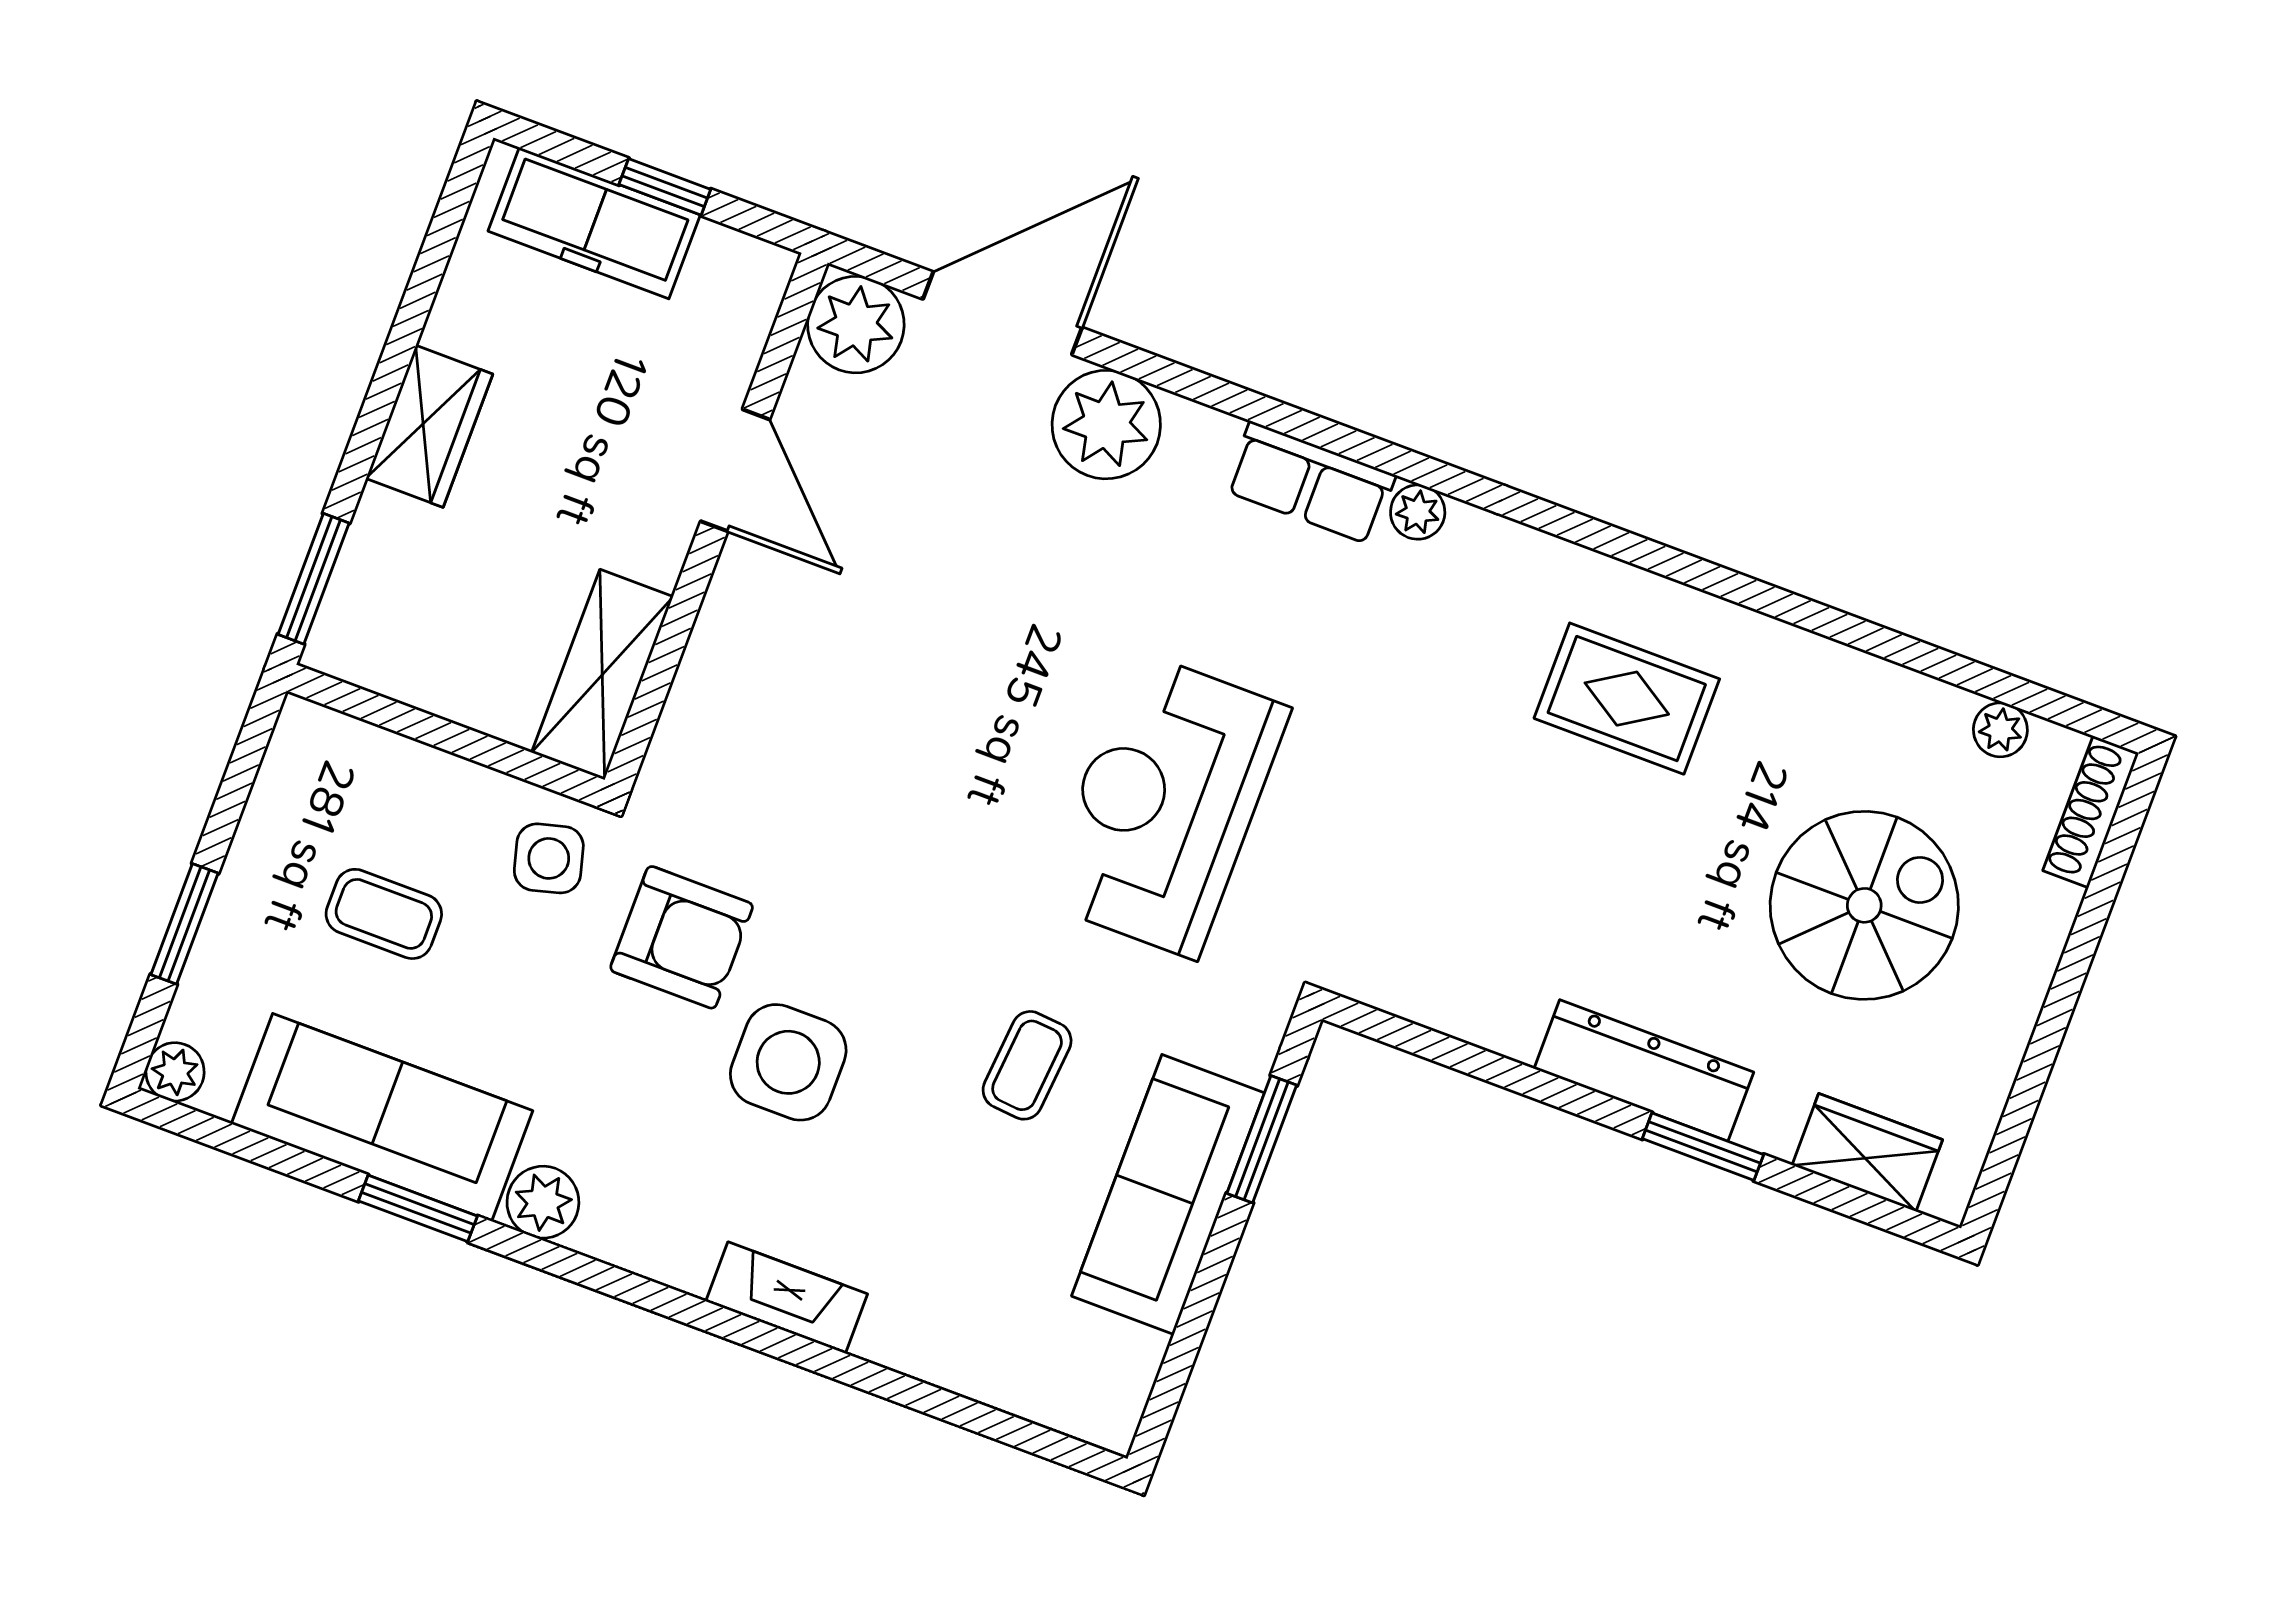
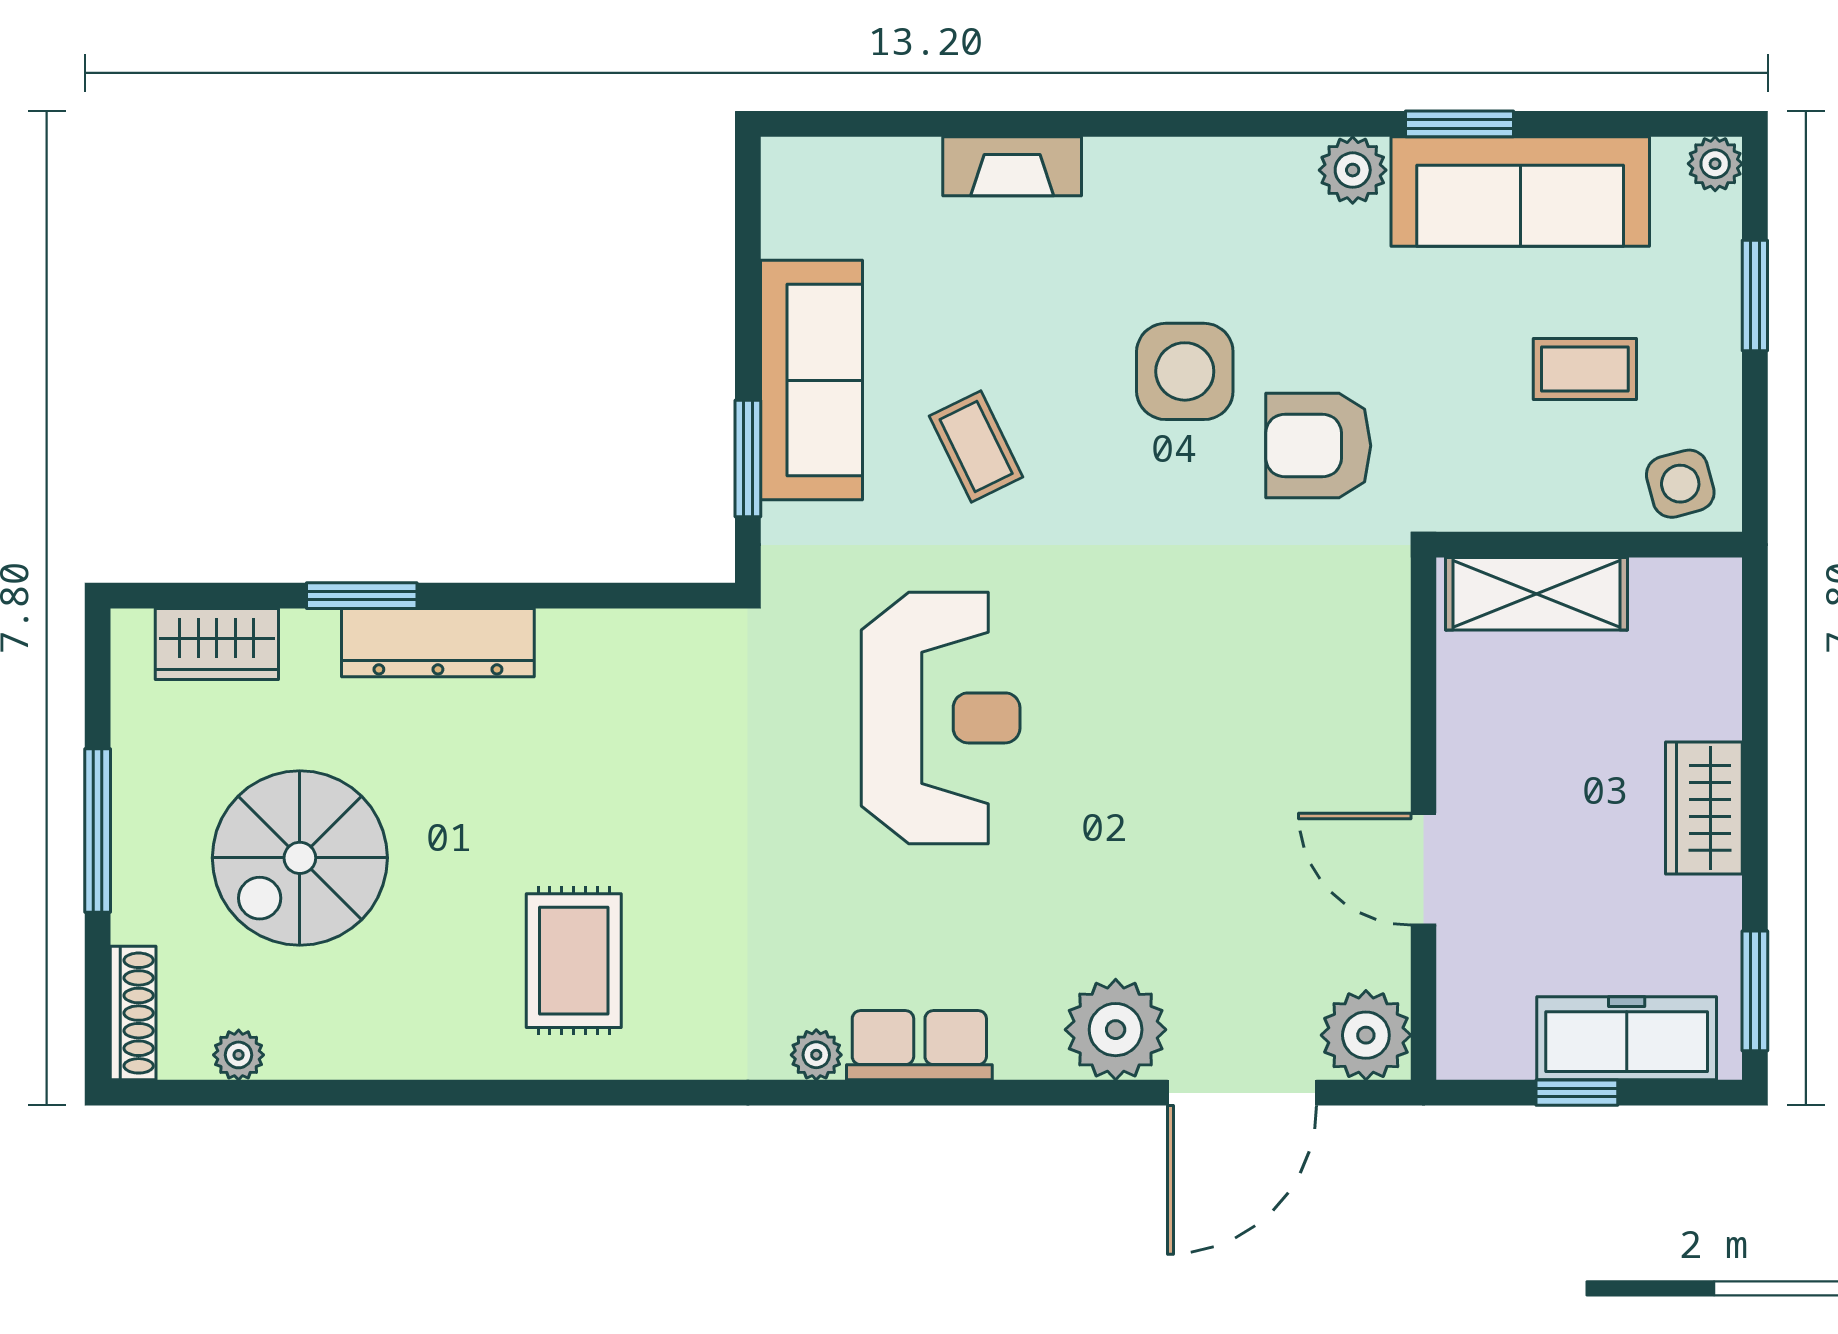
window: (314, 579) -> (1755, 991), moved
shelving: (602, 675) -> (1537, 594), moved, turned 90
rug: (1627, 699) -> (574, 961), turned 90
side table: (549, 858) -> (1680, 484), moved
window: (2058, 1009) -> (98, 830), added
coffee table: (1027, 1065) -> (976, 446), turned -31
fireplace: (787, 1298) -> (1012, 166), moved

